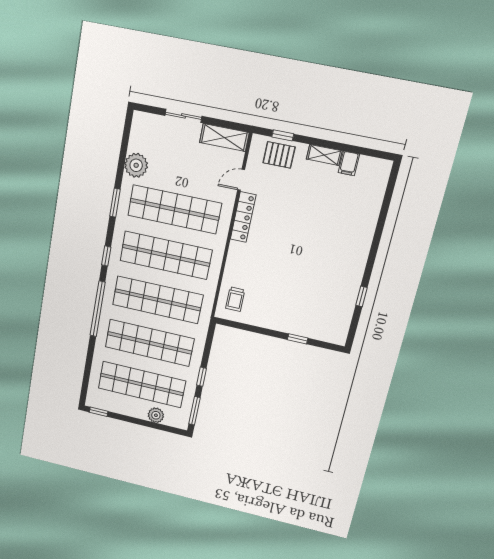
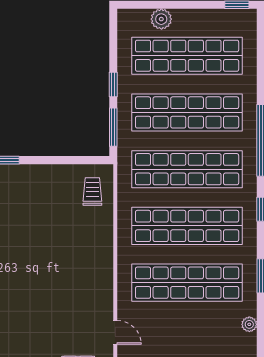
plant: (136, 165) -> (249, 324), width x0.53, depth x0.53
door: (241, 180) -> (115, 332), hinge flipped
locker: (243, 217) -> (104, 290), removed
window: (194, 411) -> (113, 127), moved

